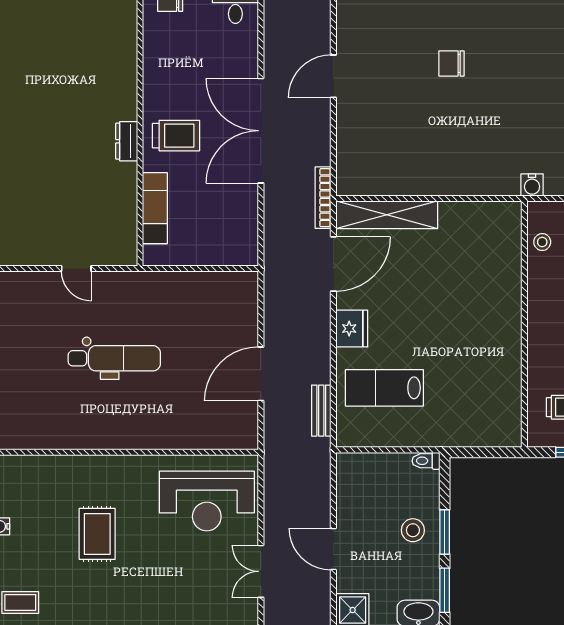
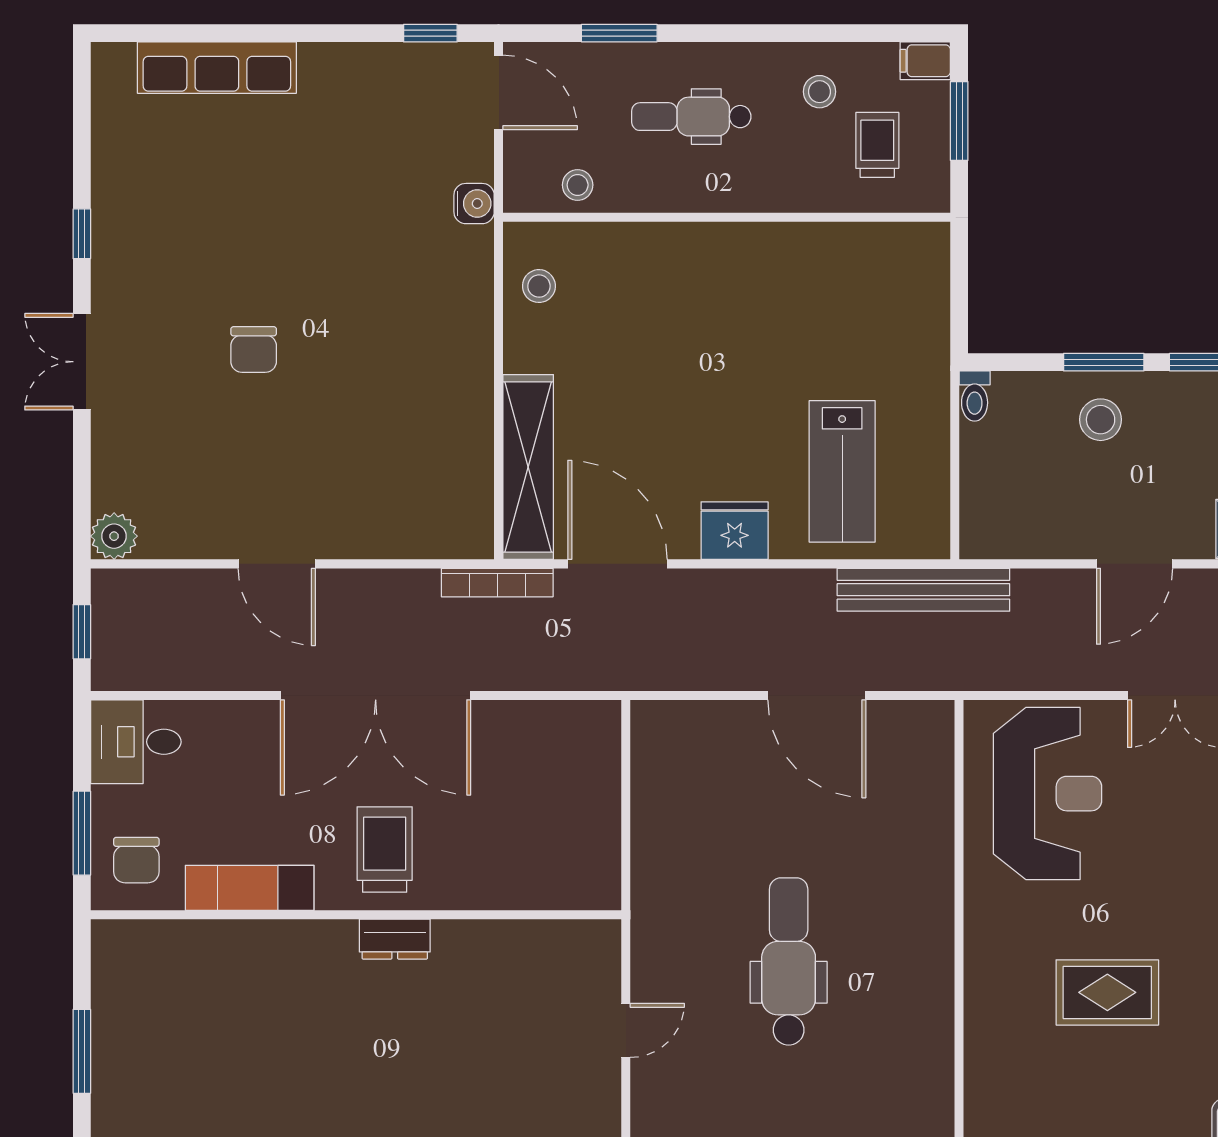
exam couch: (155, 208) -> (250, 888), moved
stool: (487, 221) -> (539, 286), added
bench: (321, 411) -> (923, 590), width x1.86, depth x1.21

